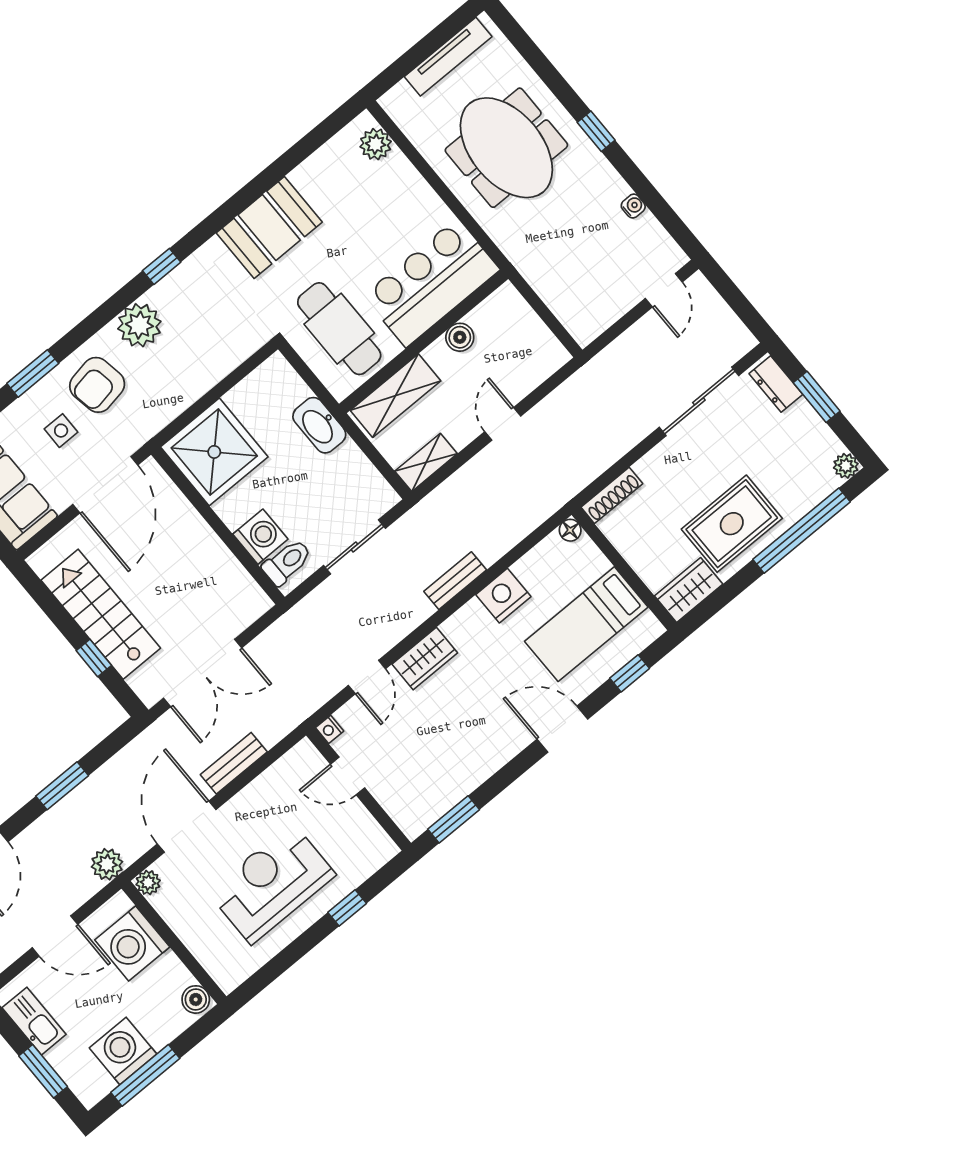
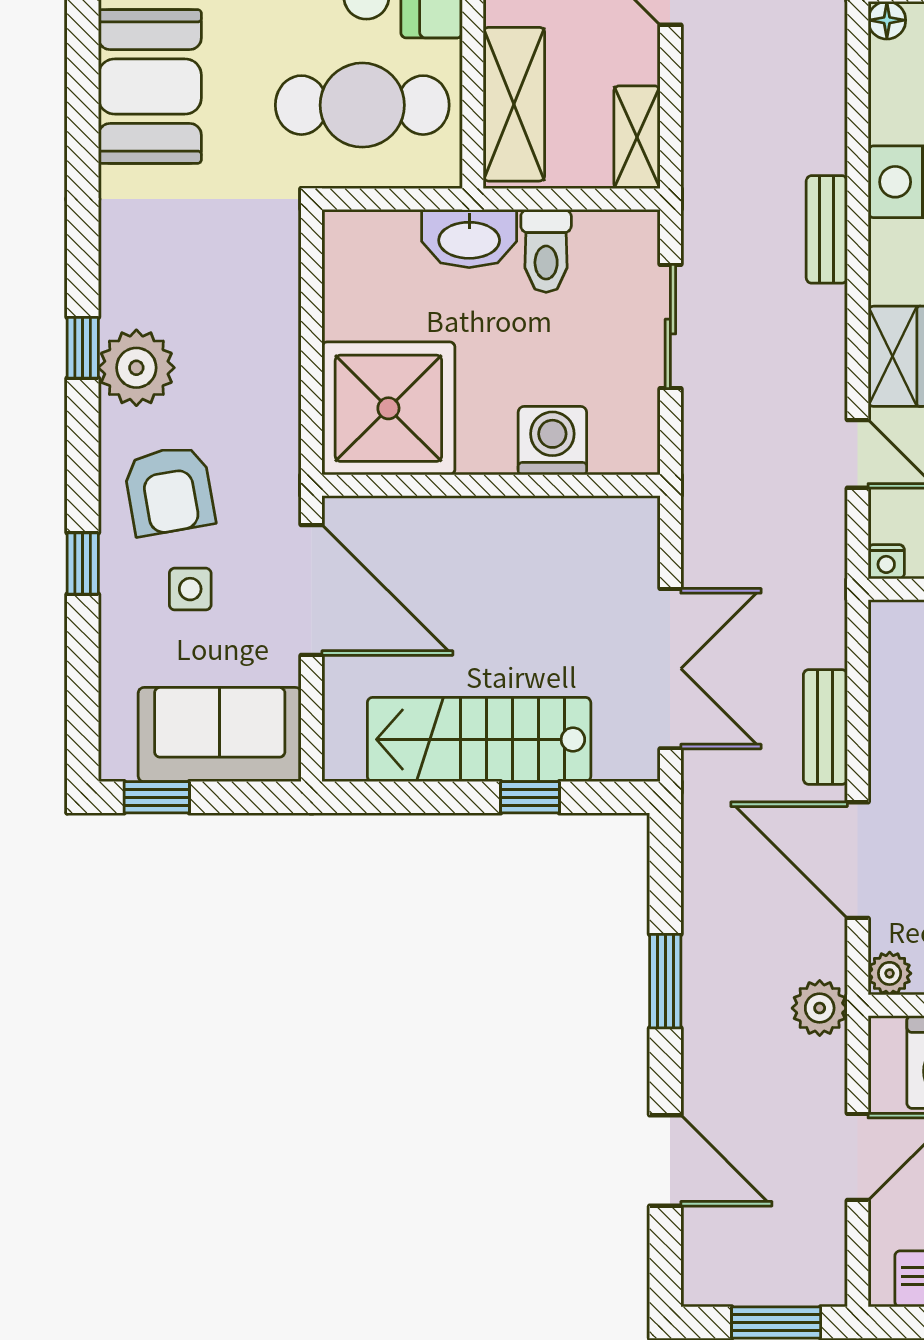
window: (162, 266) -> (83, 348), moved
window: (33, 373) -> (83, 563), width x0.67
toilet: (287, 562) -> (546, 251), moved, turned 180

